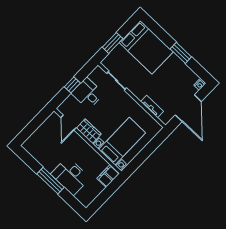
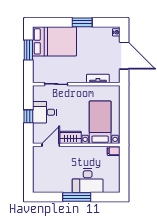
window: (113, 43) -> (28, 50), moved
door: (69, 123) -> (51, 145), swing flipped
filing cabinet: (108, 176) -> (114, 151), width x0.50

